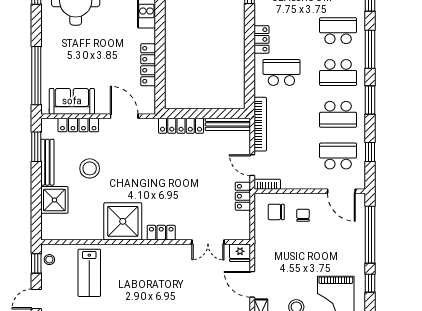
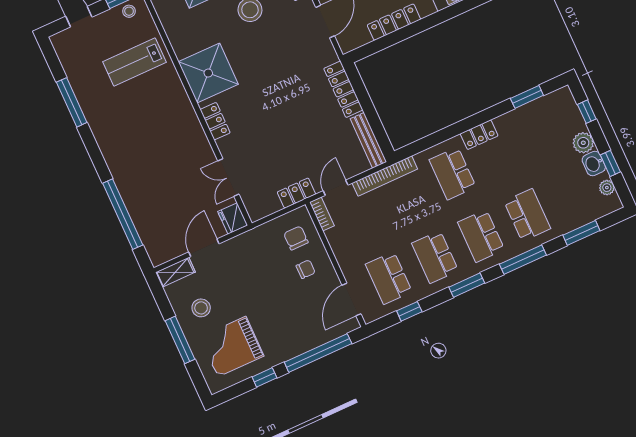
school desk: (281, 72) -> (453, 173), turned 180
school desk: (338, 156) -> (389, 278), turned 180

